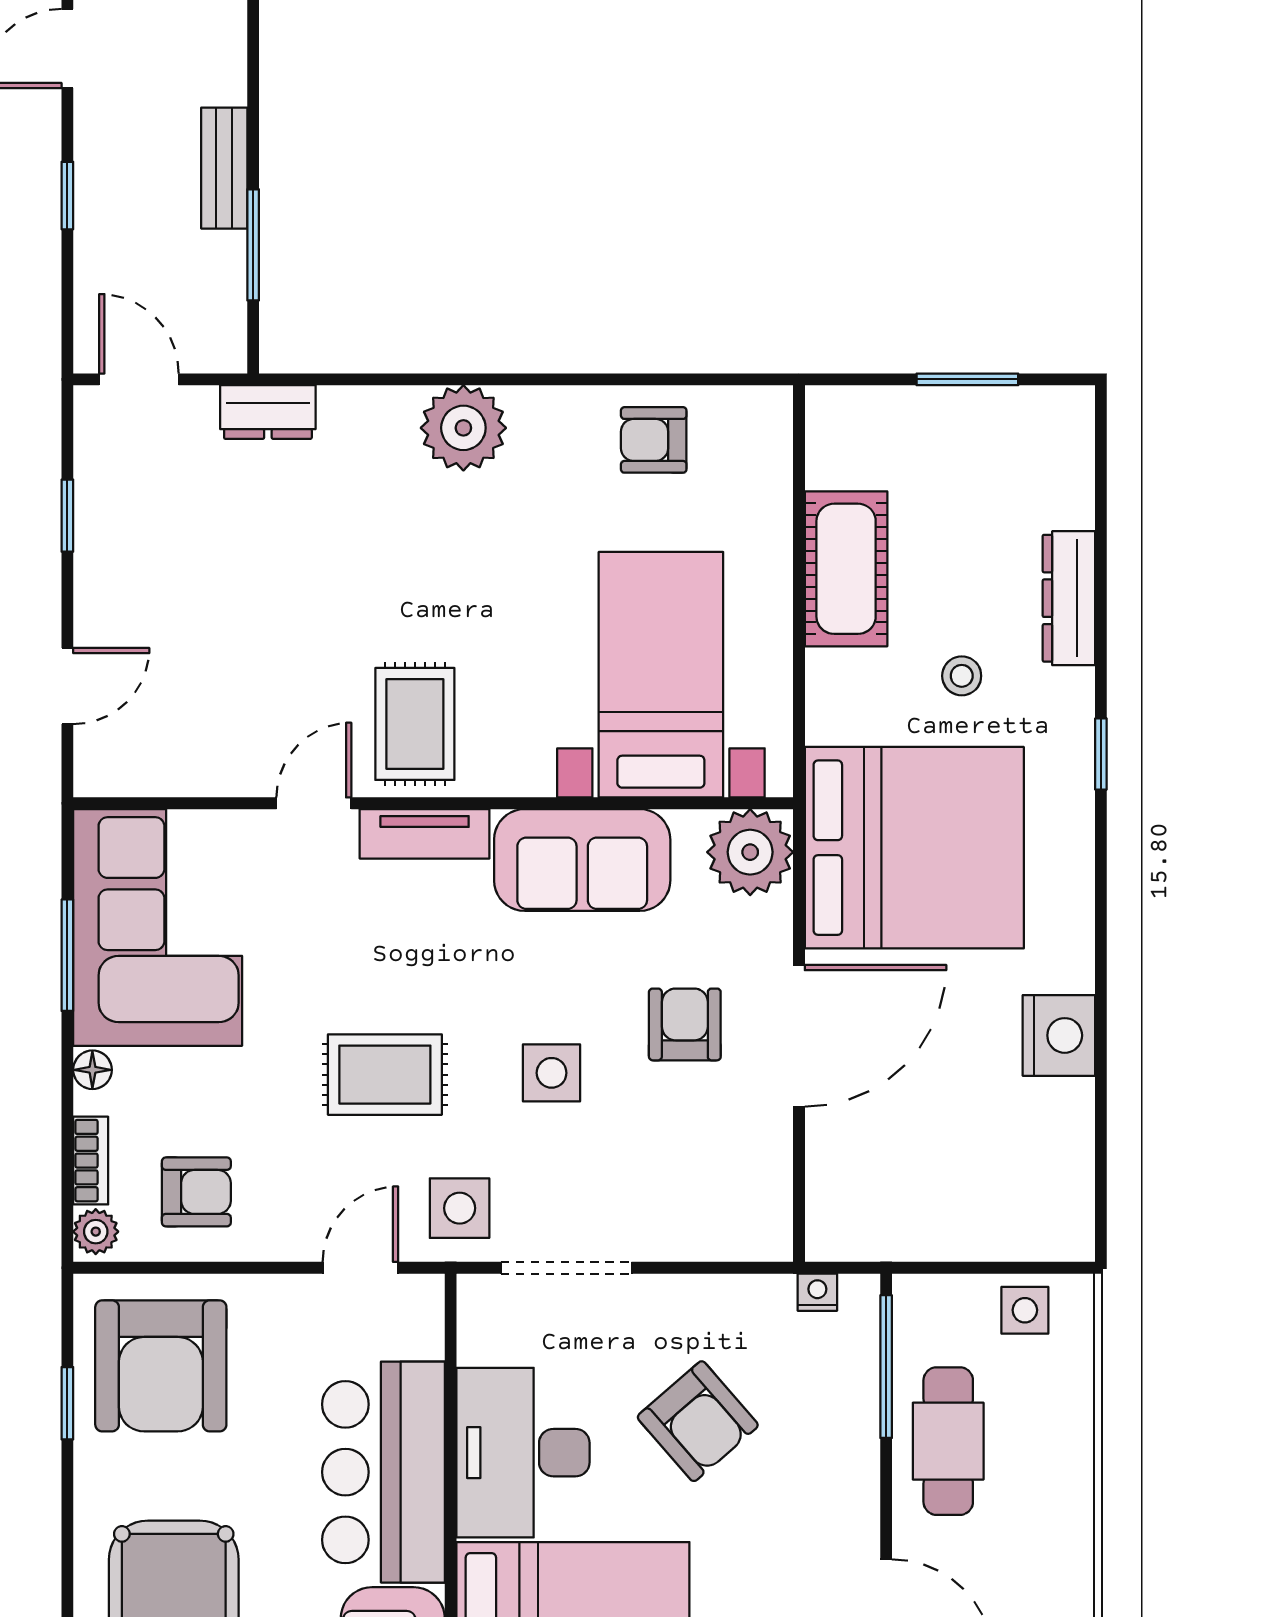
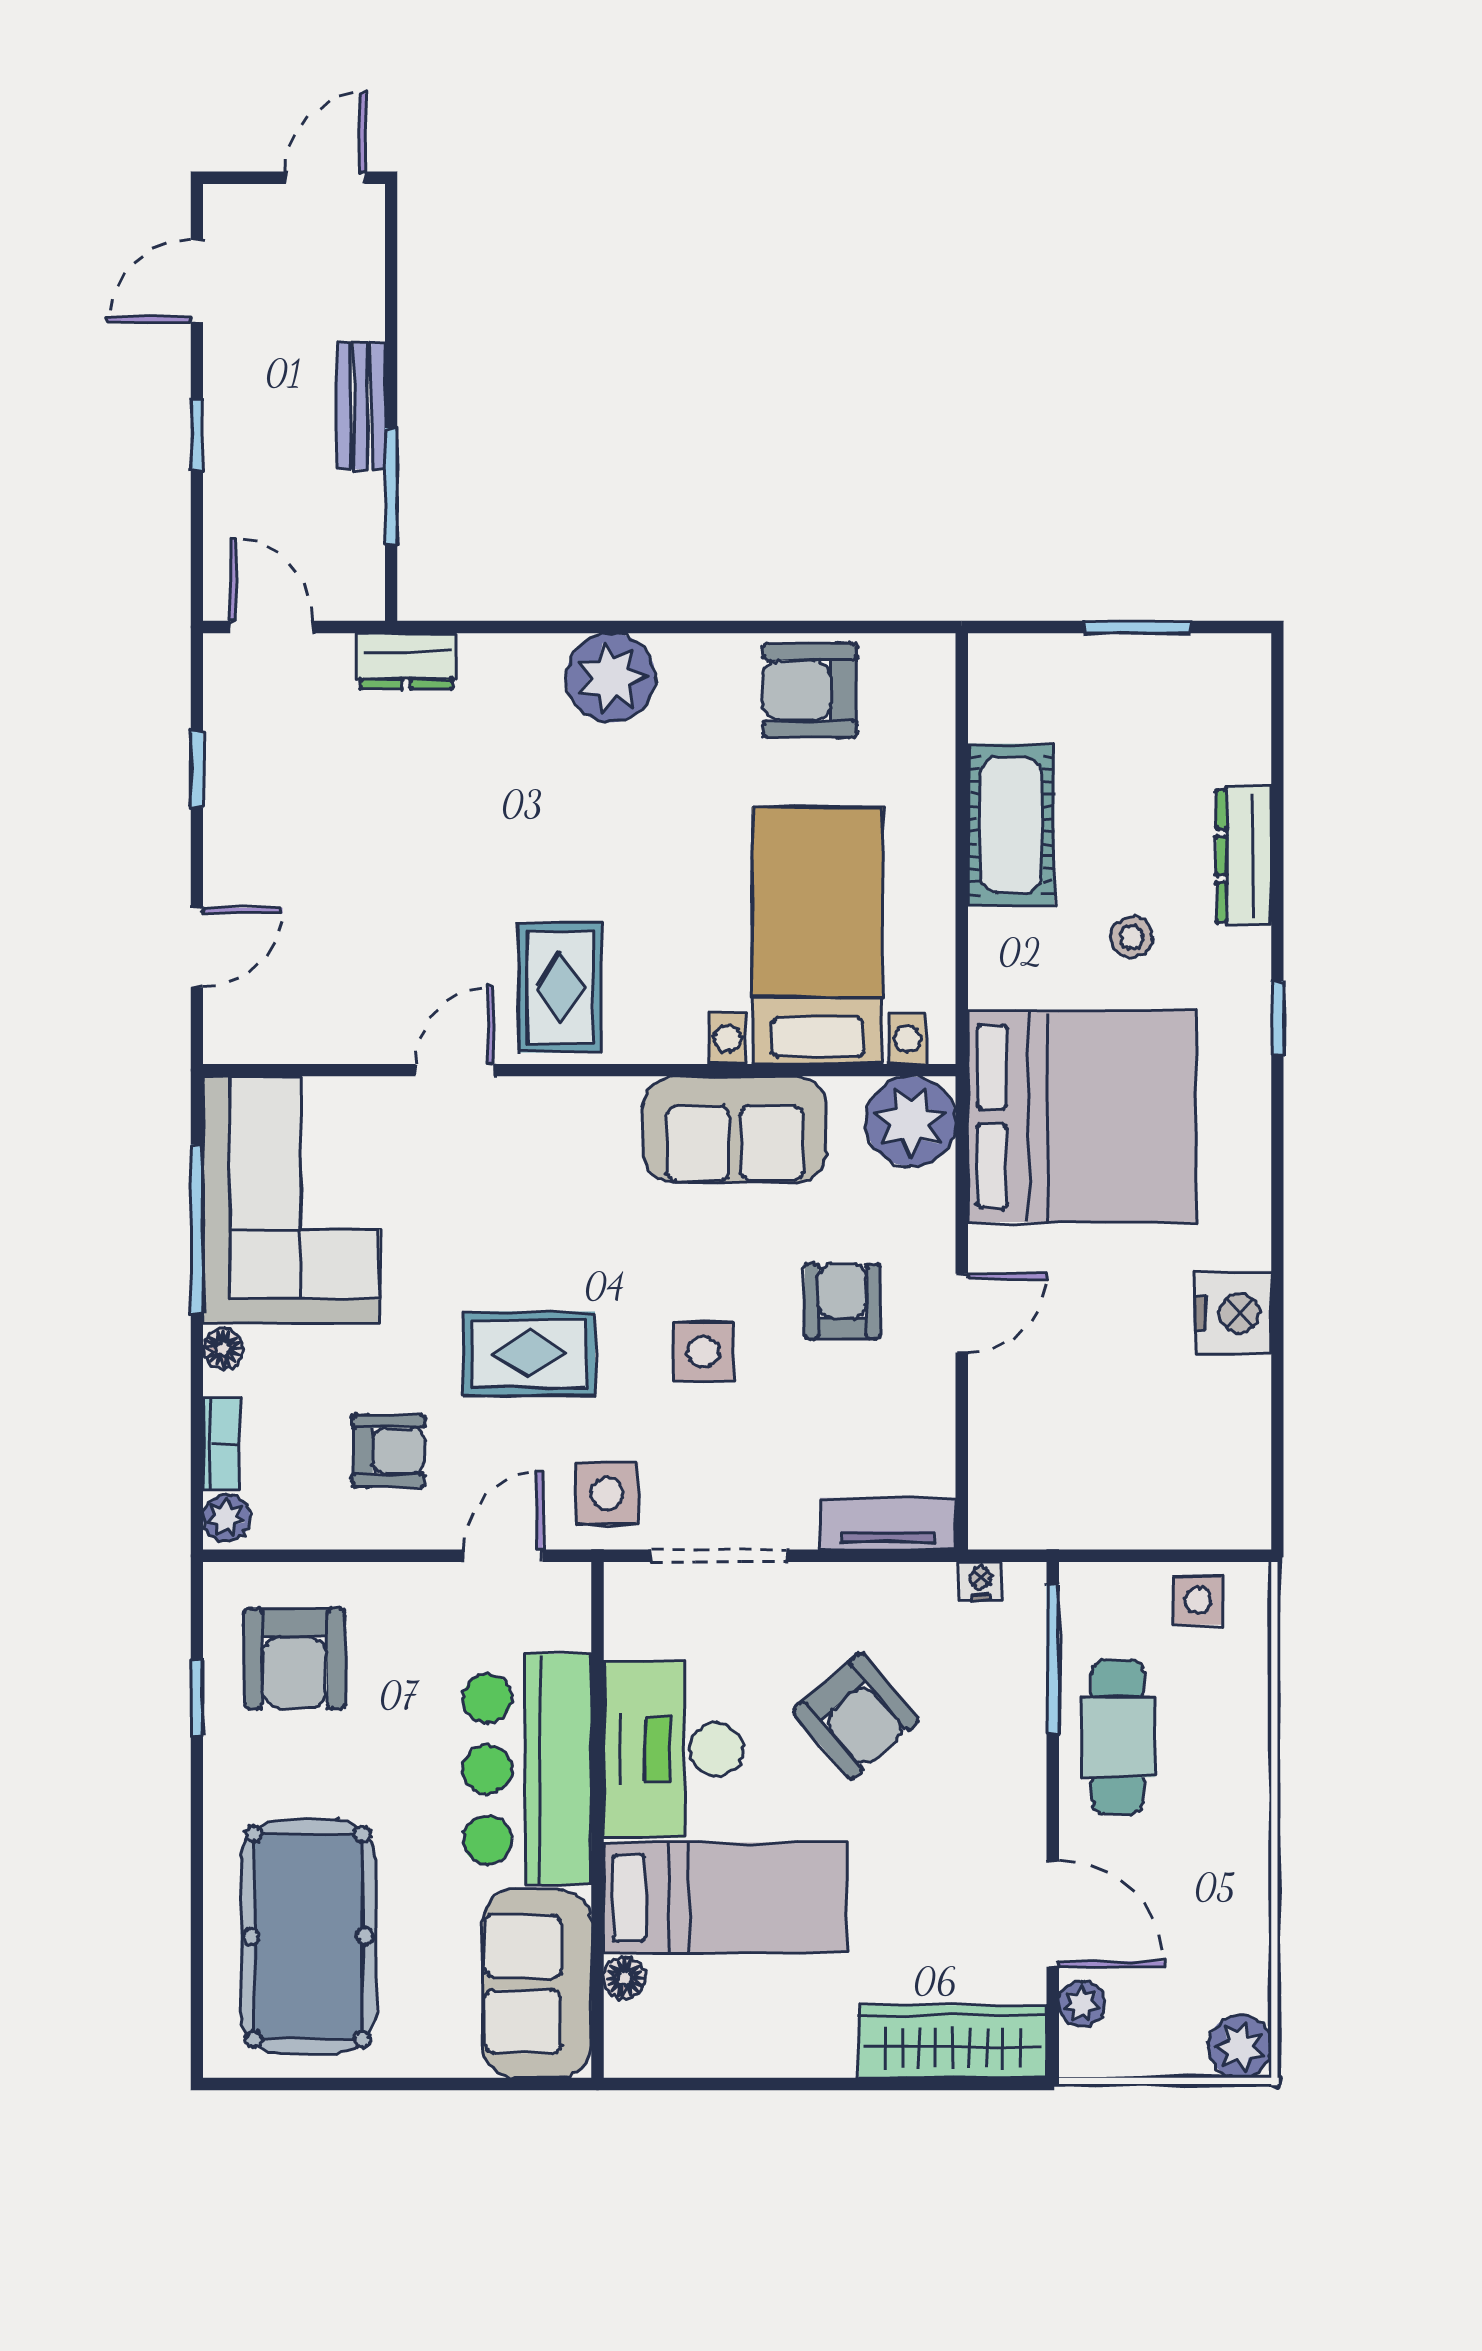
armchair: (654, 440) -> (810, 690), width x1.38, depth x1.38
tv unit: (425, 834) -> (888, 1524), moved, turned 180
window: (67, 955) -> (197, 1229), width x1.44
door: (799, 1036) -> (962, 1313), width x0.53
armchair: (196, 1192) -> (389, 1451), moved
armchair: (161, 1366) -> (295, 1658), width x0.73, depth x0.73

